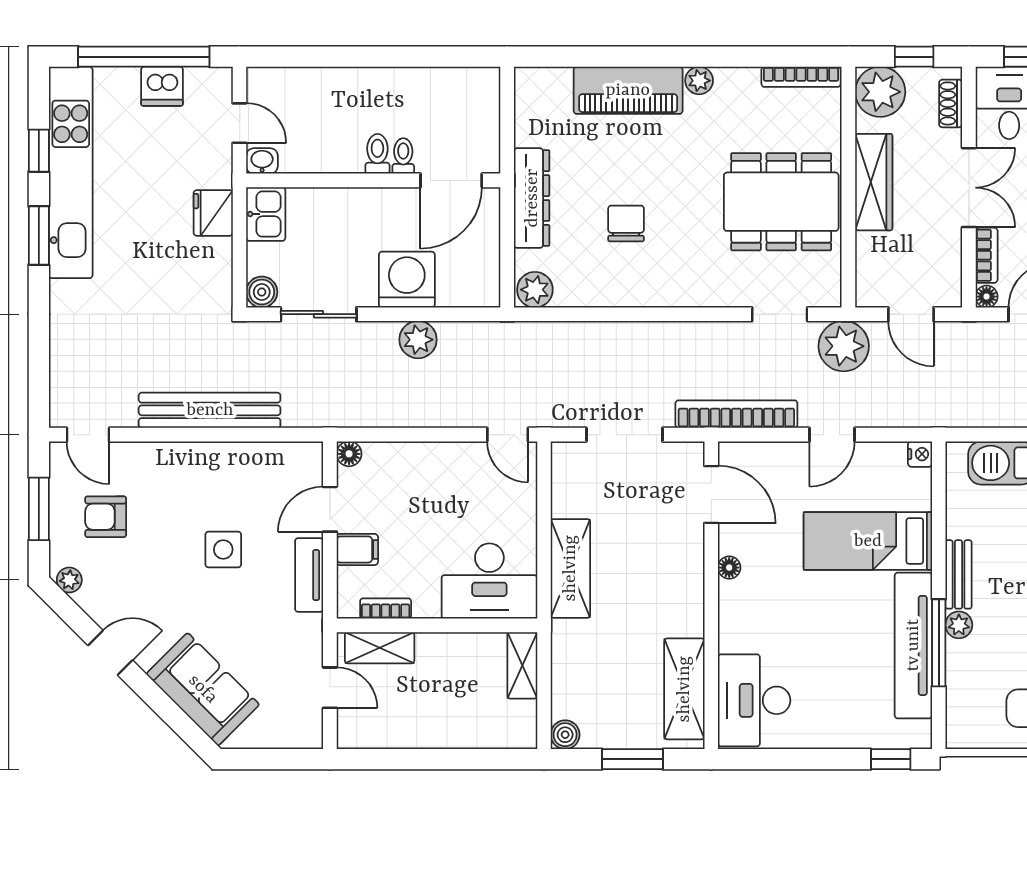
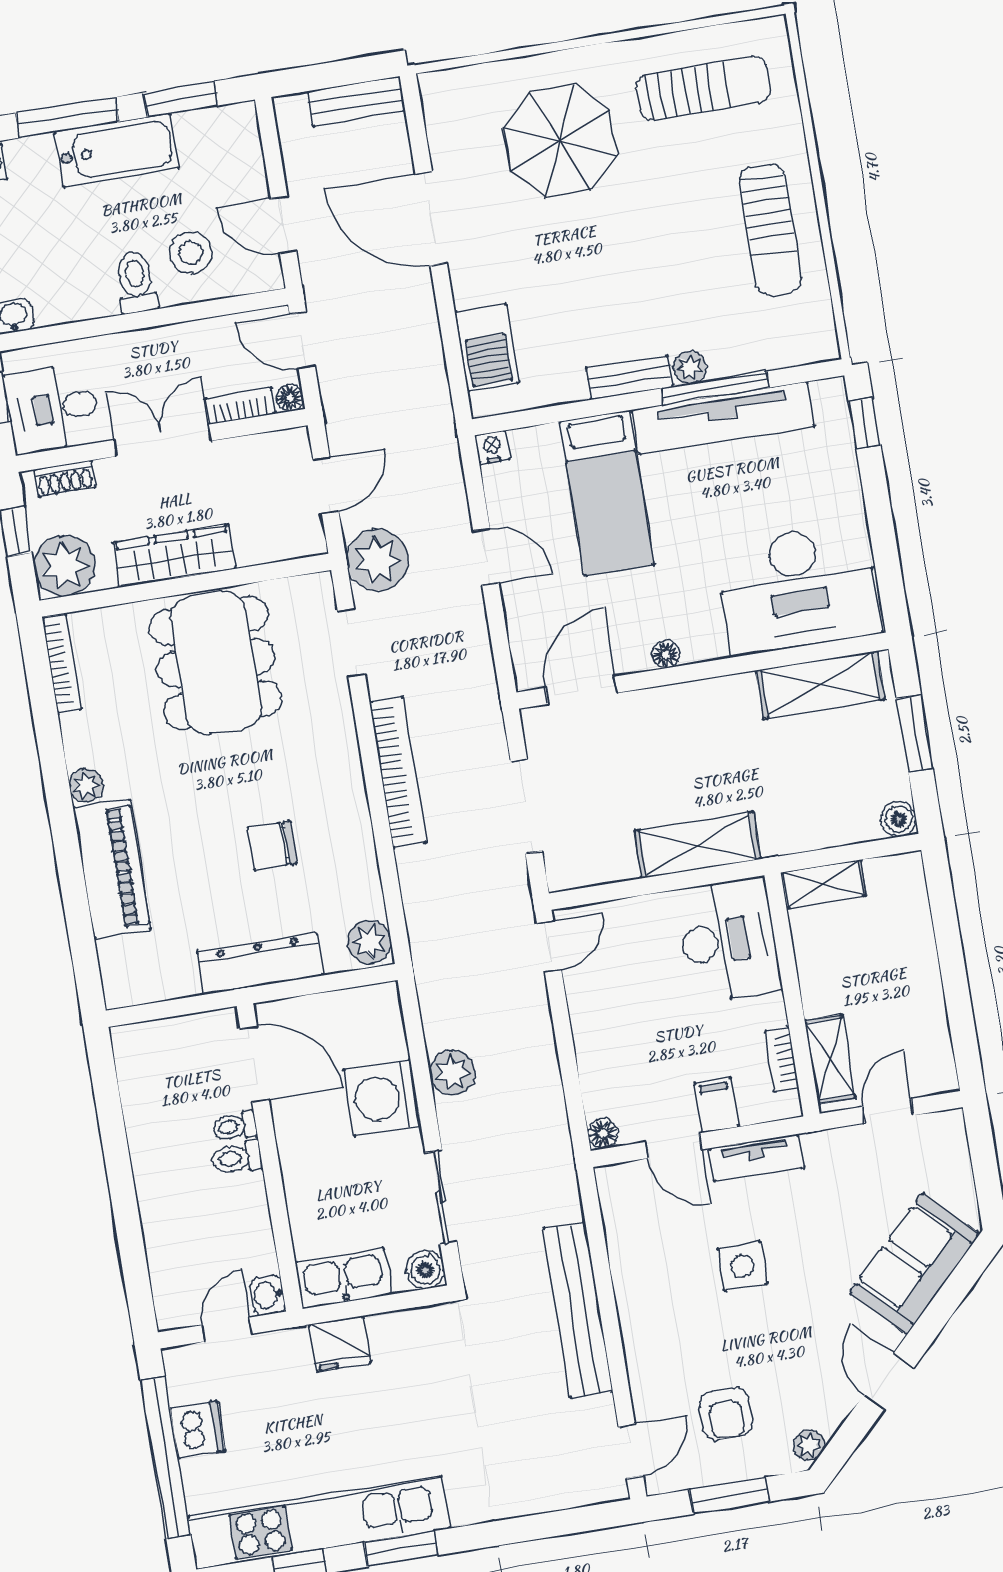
kitchen sink: (266, 214) -> (343, 1278), width x1.38
bookcase: (736, 414) -> (398, 772), moved, turned 180
desk: (754, 700) -> (798, 589), width x1.36, depth x1.30

